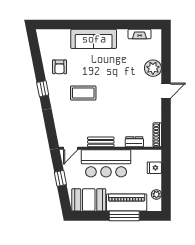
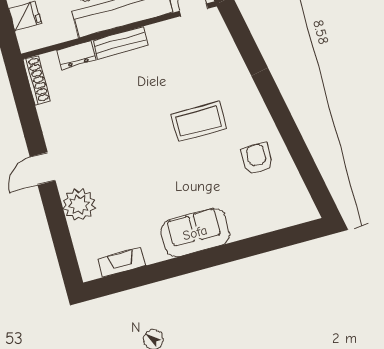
sofa: (94, 39) -> (195, 233), width x0.73
window: (43, 89) -> (278, 108), removed
bench: (101, 142) -> (120, 43), moved

